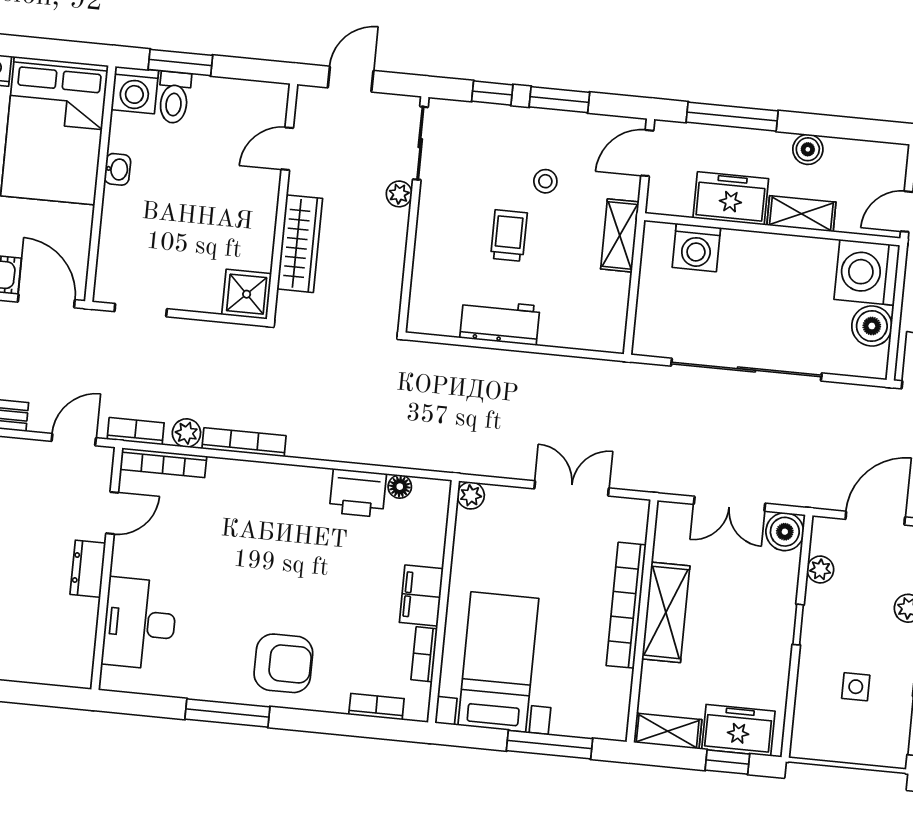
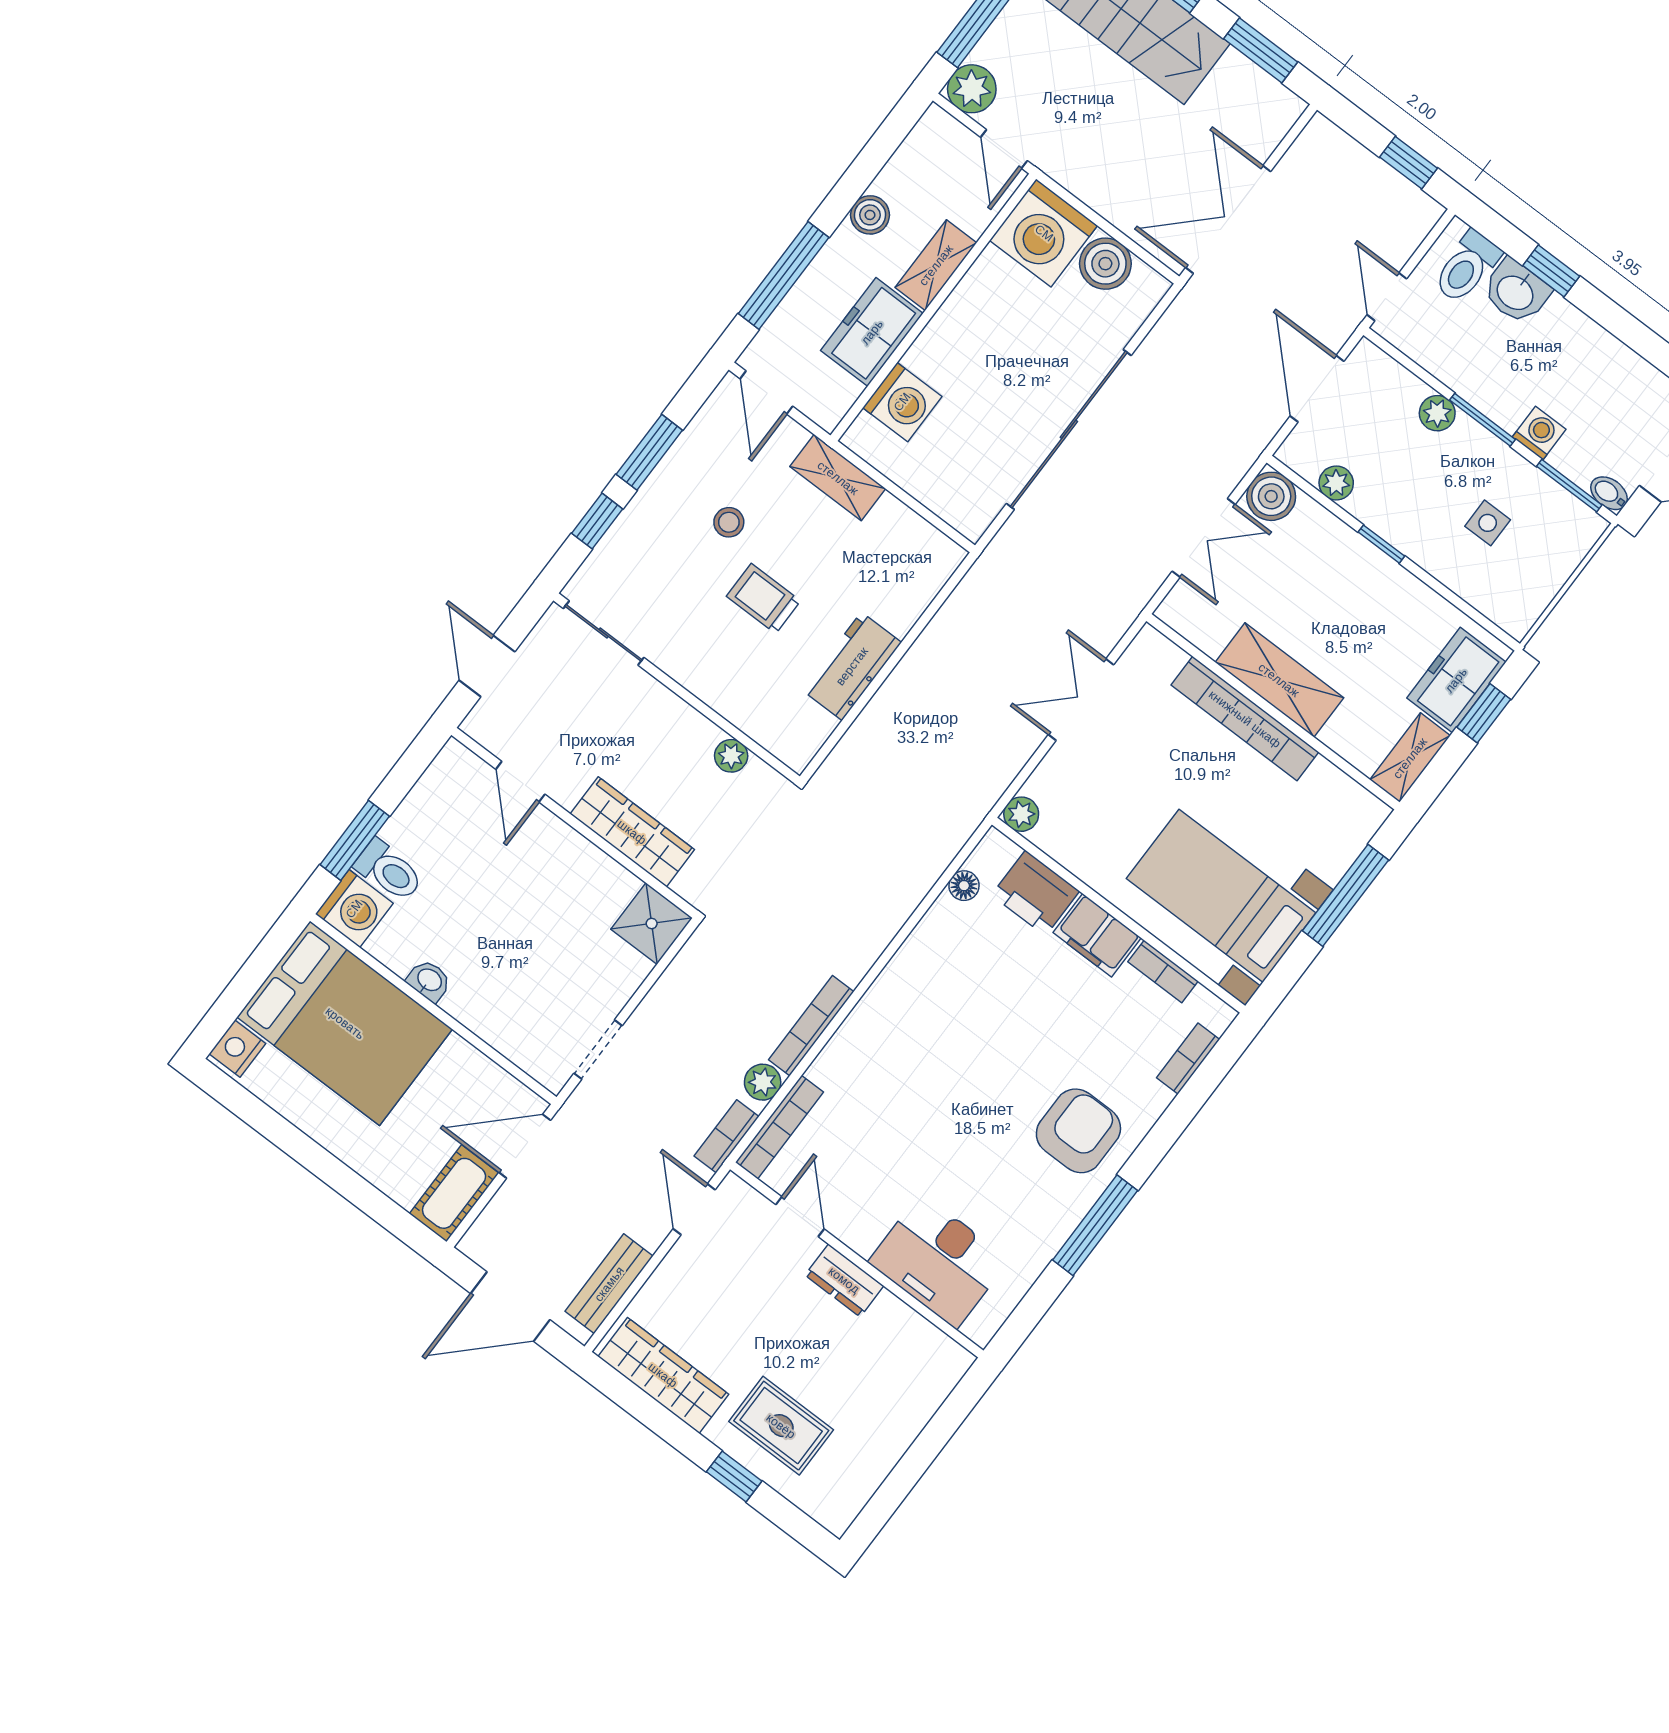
plant: (399, 194) -> (731, 756), moved
printer: (358, 493) -> (1035, 893), moved, turned 90

